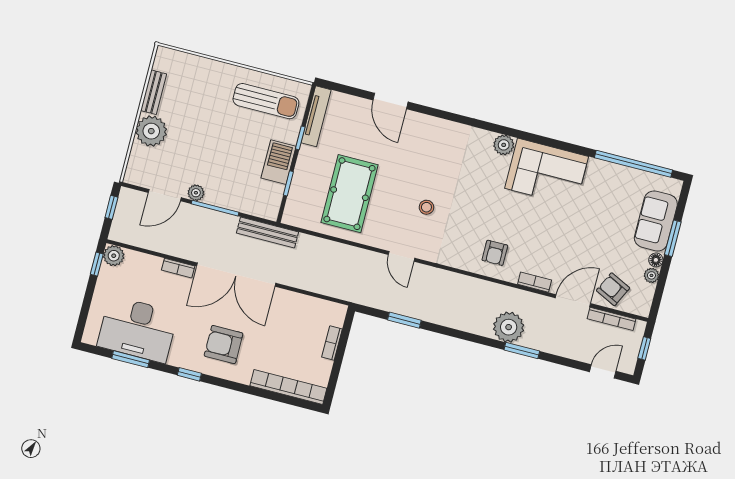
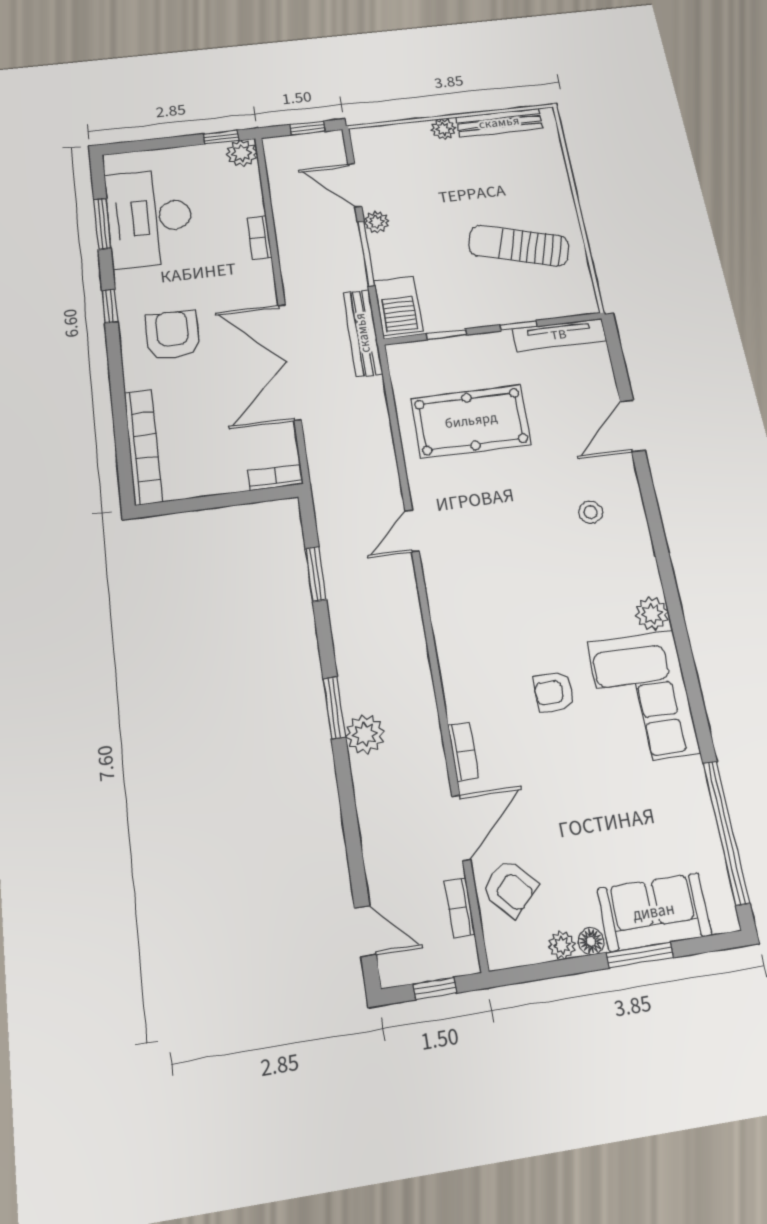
bench: (154, 92) -> (499, 123), width x1.36
sun lounger: (266, 101) -> (519, 246), moved, turned 106
plant: (151, 131) -> (443, 129), width x0.53, depth x0.53
barbecue: (278, 162) -> (398, 306), moved, turned 90
stool: (426, 207) -> (591, 512), moved
armchair: (495, 253) -> (554, 692), moved
double door: (236, 275) -> (290, 362), moved
armchair: (613, 289) -> (510, 888), turned 110
door: (573, 301) -> (461, 828), hinge flipped
bookcase: (611, 319) -> (460, 907), width x0.64
plant: (509, 327) -> (365, 734), width x0.73, depth x0.73
bookcase: (332, 343) -> (276, 477), moved
window: (522, 350) -> (334, 708), moved

